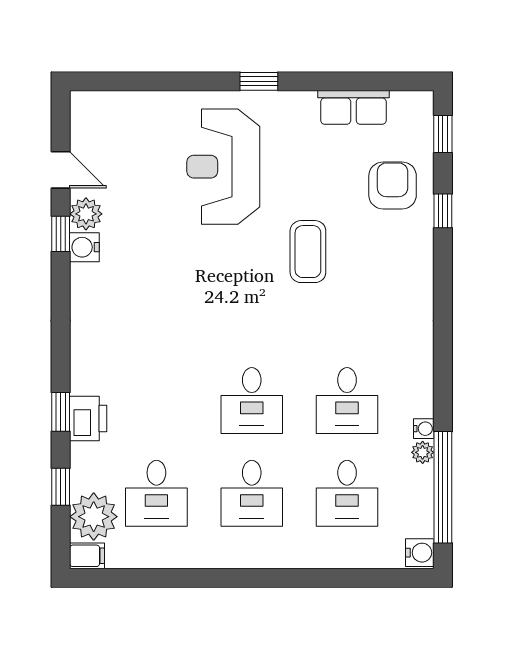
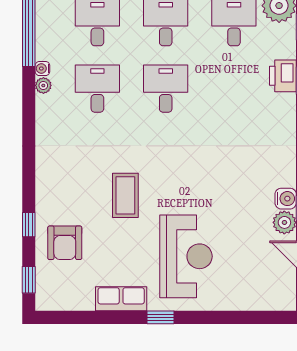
row of seats: (353, 107) -> (121, 299), moved
plant: (423, 452) -> (43, 85), moved

